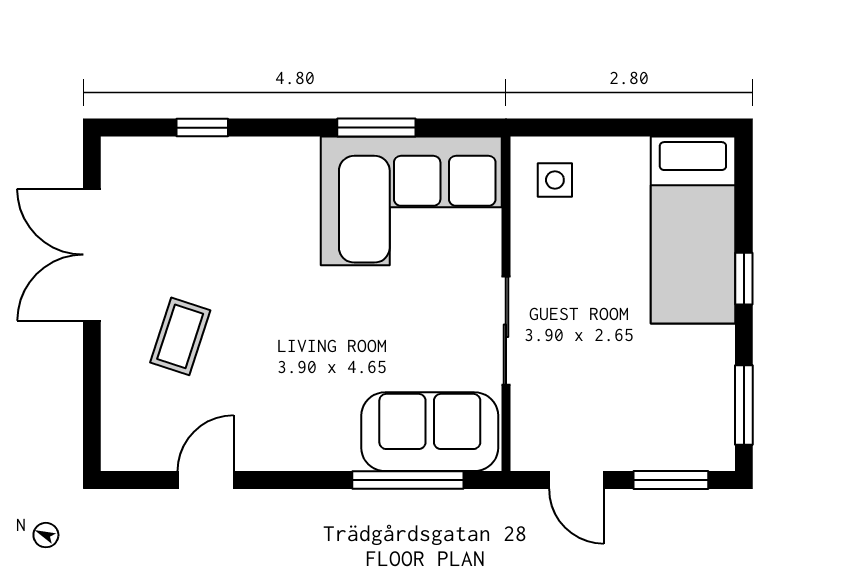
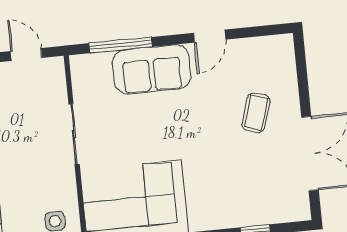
sofa: (430, 432) -> (152, 69), moved
door: (206, 480) -> (209, 36), moved

